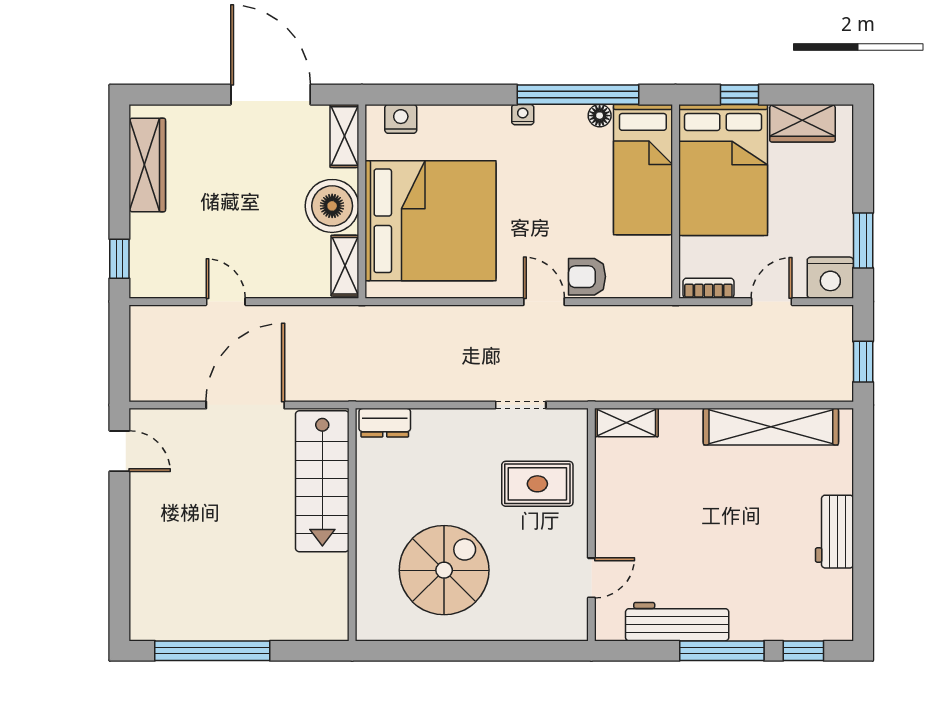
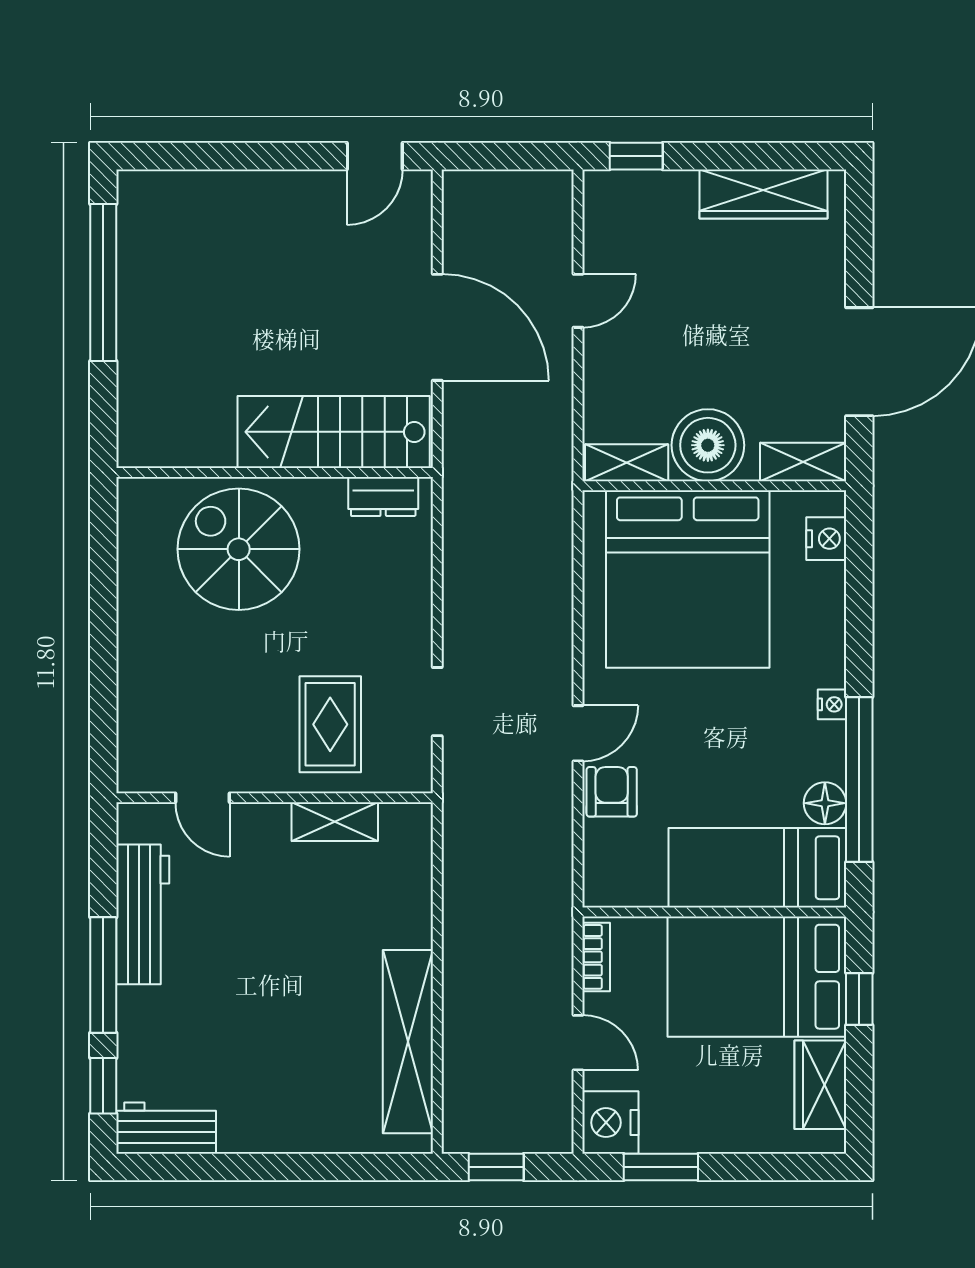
floor lamp: (600, 116) -> (825, 803), width x1.37, depth x1.37
dresser: (385, 423) -> (383, 497), moved, turned -90
shelving: (626, 423) -> (335, 822), moved, turned 90
workbench: (834, 532) -> (166, 1128), moved
spiral stairs: (444, 570) -> (239, 549), moved, turned 180

